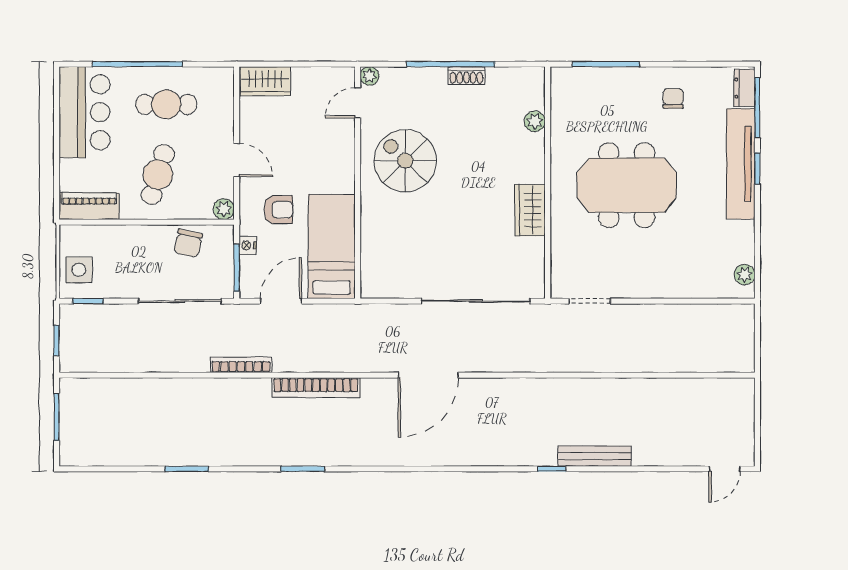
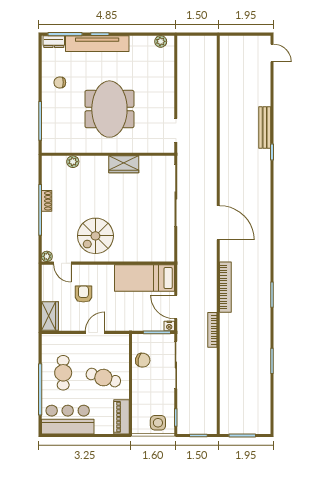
plant: (224, 209) -> (123, 340), removed
armchair: (278, 210) -> (83, 294), moved
nightstand: (248, 245) -> (169, 326), moved

